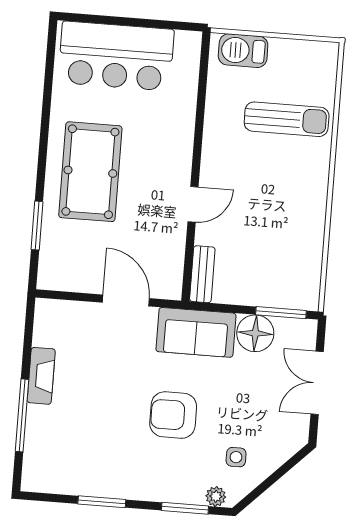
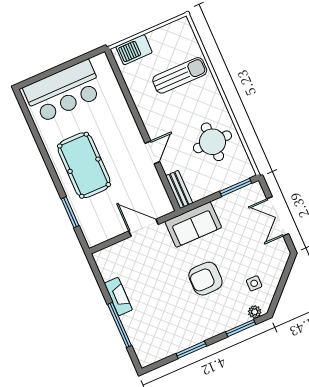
round table: (283, 234) -> (212, 142), added
floor lamp: (255, 333) -> (227, 207), removed

